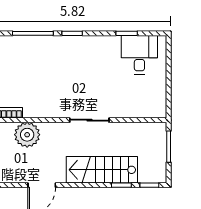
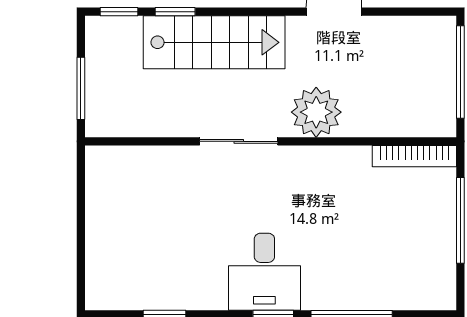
desk: (139, 55) -> (264, 272), moved
plant: (27, 135) -> (316, 112), moved

